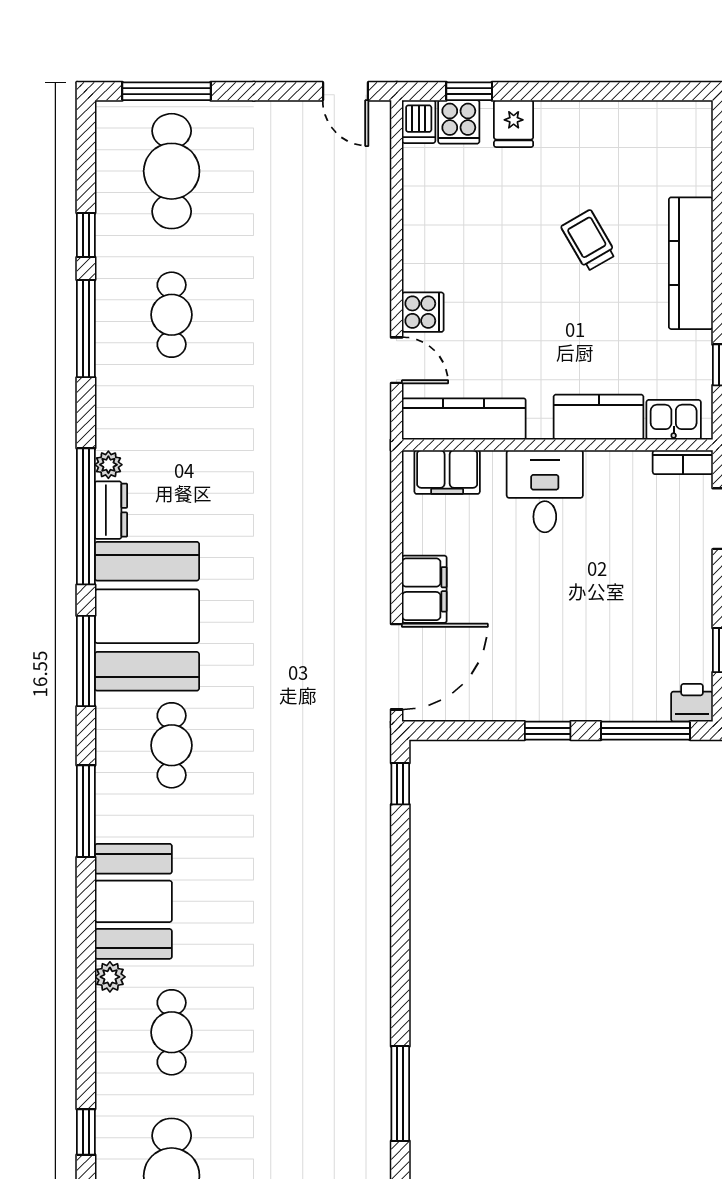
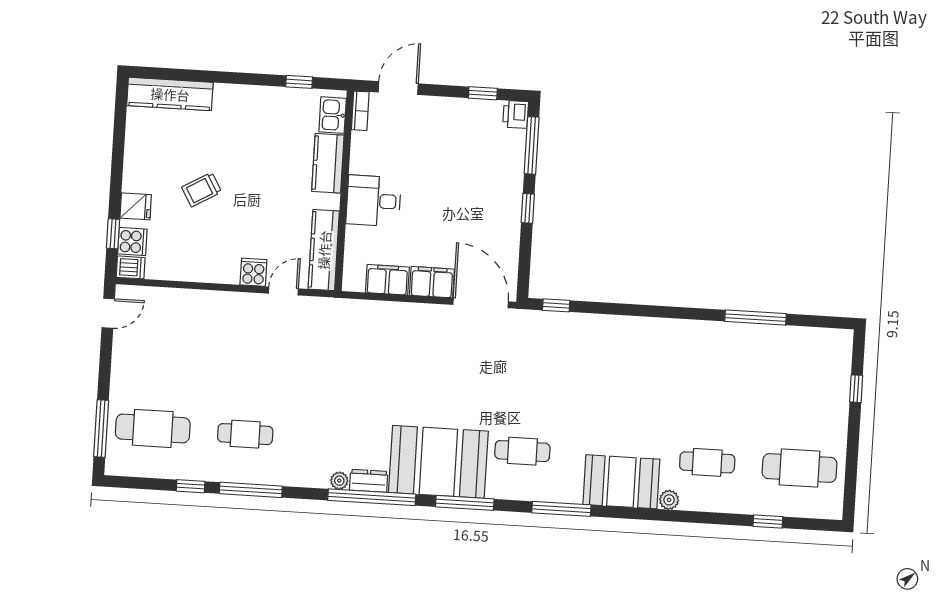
trolley: (589, 241) -> (202, 190), moved
kitchen counter: (691, 263) -> (170, 94), moved
filing cabinet: (447, 472) -> (387, 280), moved, turned -90

